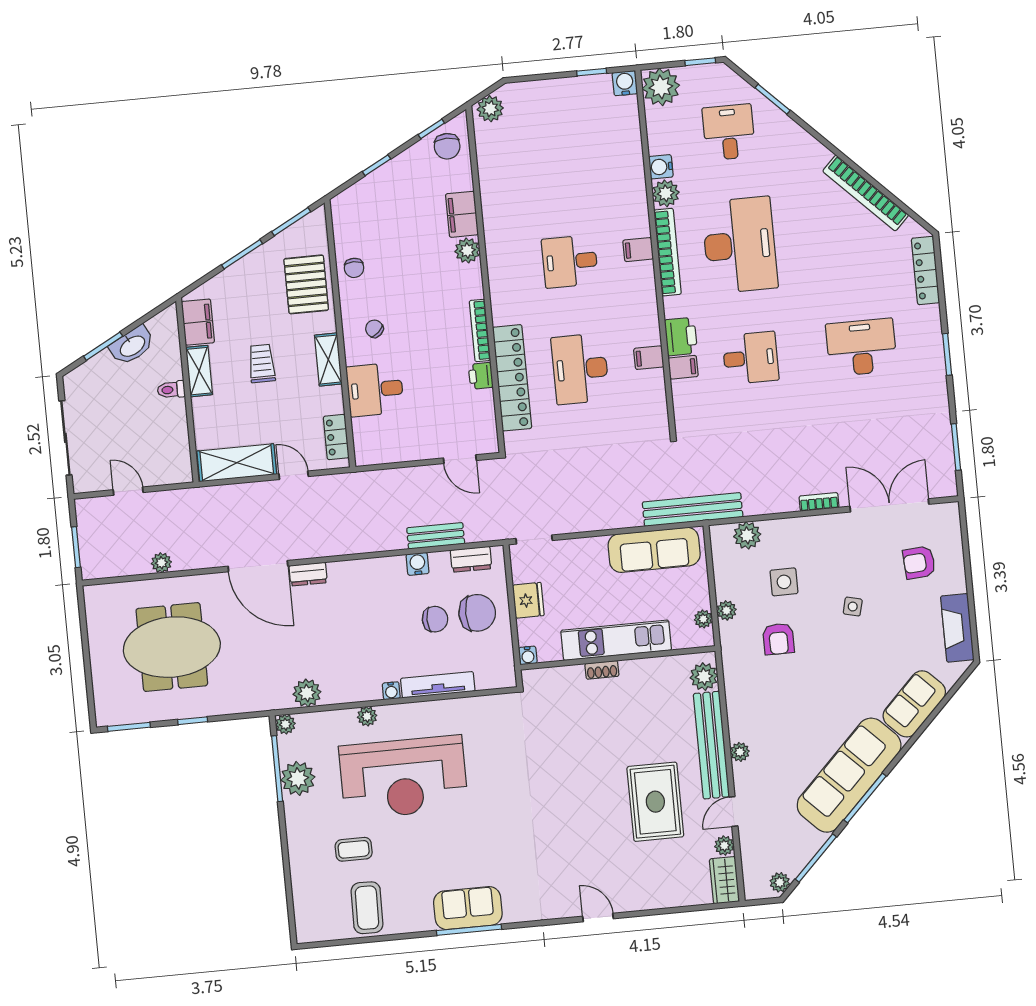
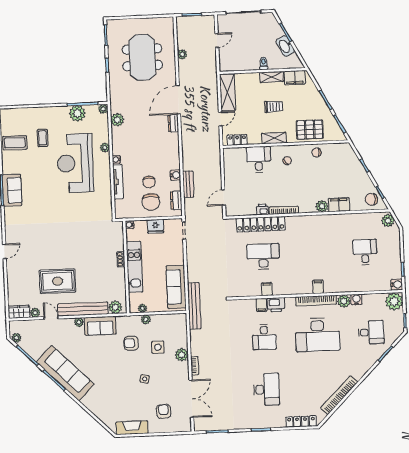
desk: (570, 261) -> (365, 252), moved
plant: (747, 535) -> (182, 355), moved
sofa: (914, 704) -> (100, 326), moved, turned 135

